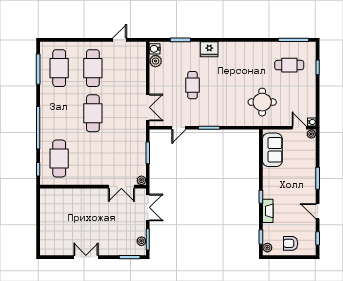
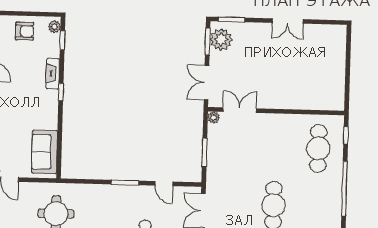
door: (179, 128) -> (164, 184), swing flipped
plant: (141, 241) -> (221, 40), width x1.87, depth x1.87

